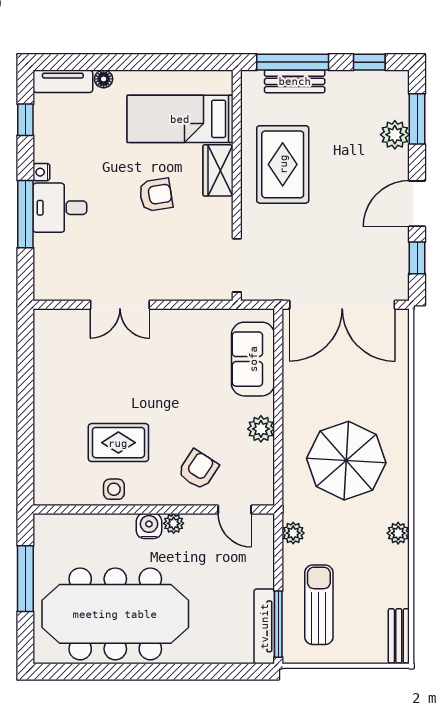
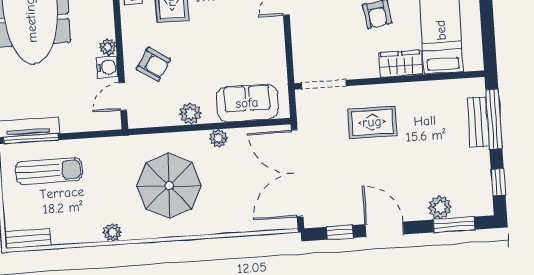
rug: (283, 164) -> (372, 122), moved, width x0.73, depth x0.70
water cooler: (149, 526) -> (107, 67), moved
plant: (293, 533) -> (218, 138), moved

